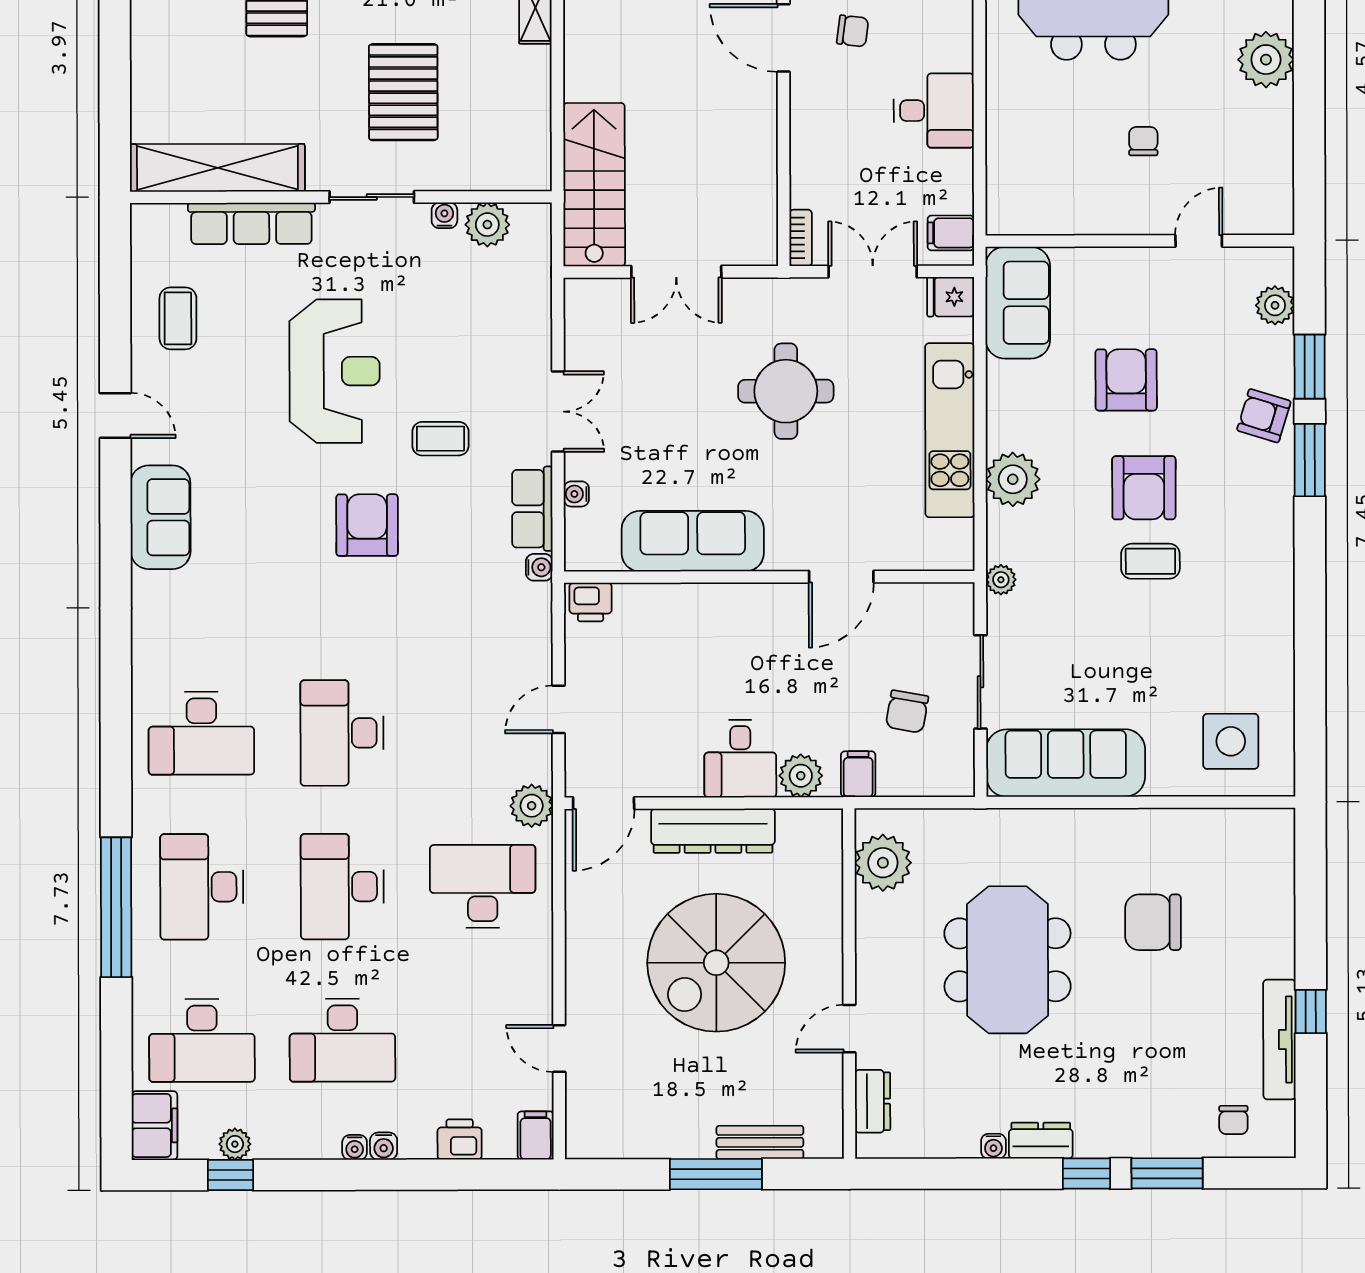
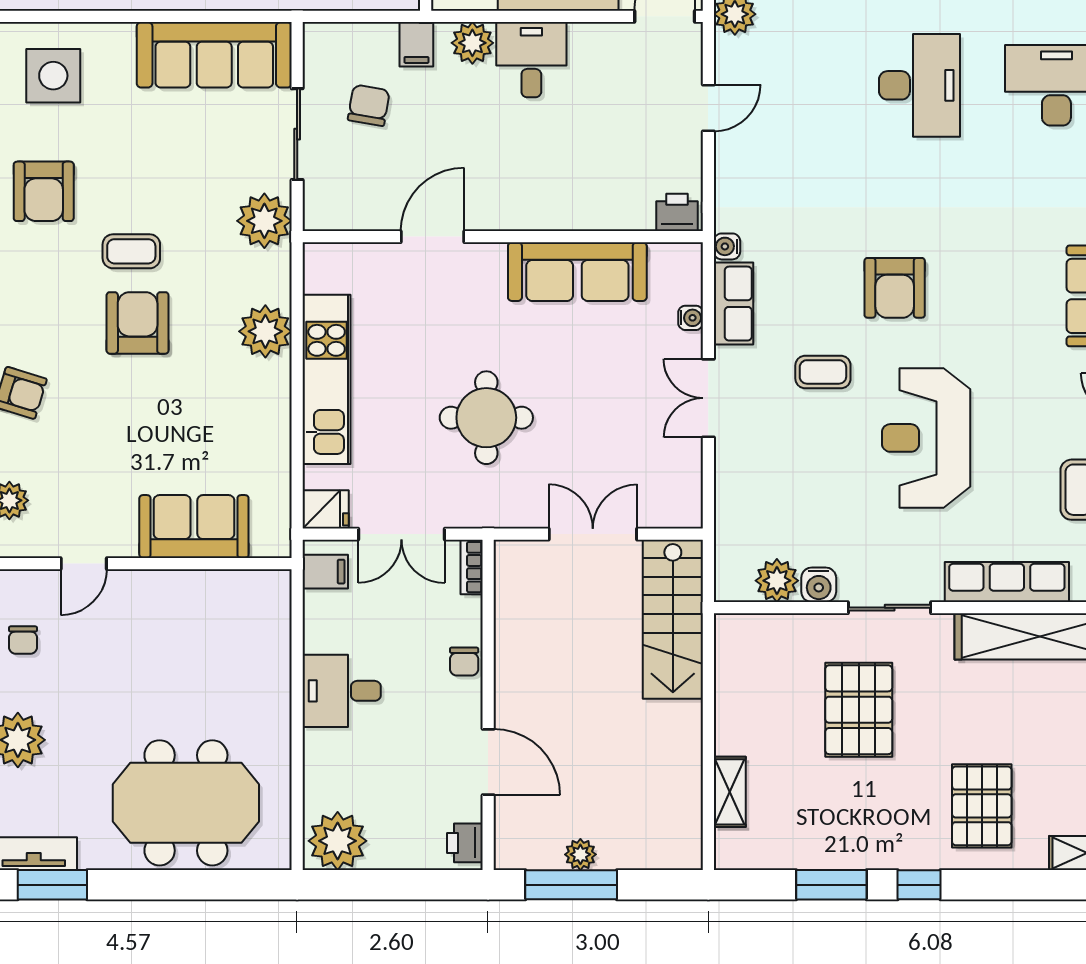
chair: (853, 31) -> (464, 662), moved, turned -97
chair: (1143, 141) -> (23, 640), moved
water cooler: (444, 215) -> (819, 585), width x1.38, depth x1.38
sofa: (1018, 303) -> (194, 526), moved, turned 90
armchair: (1126, 380) -> (44, 191), moved
plant: (1001, 580) -> (264, 221), width x1.88, depth x1.88

